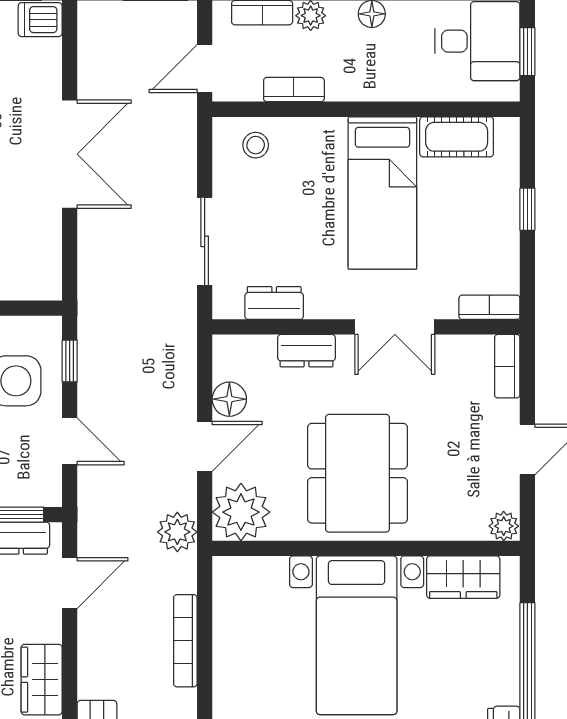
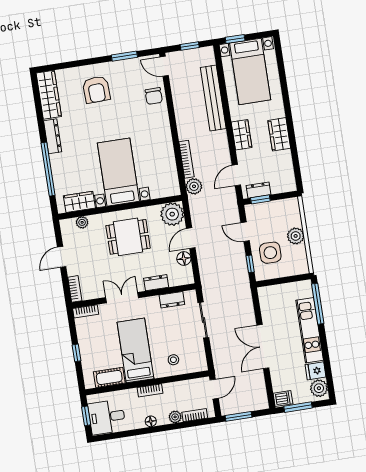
bookcase: (294, 90) -> (150, 390), moved
stool: (256, 145) -> (173, 360), moved
dining table: (357, 473) -> (128, 237), width x0.73
plant: (504, 526) -> (82, 222), moved
plant: (177, 532) -> (194, 186), moved

